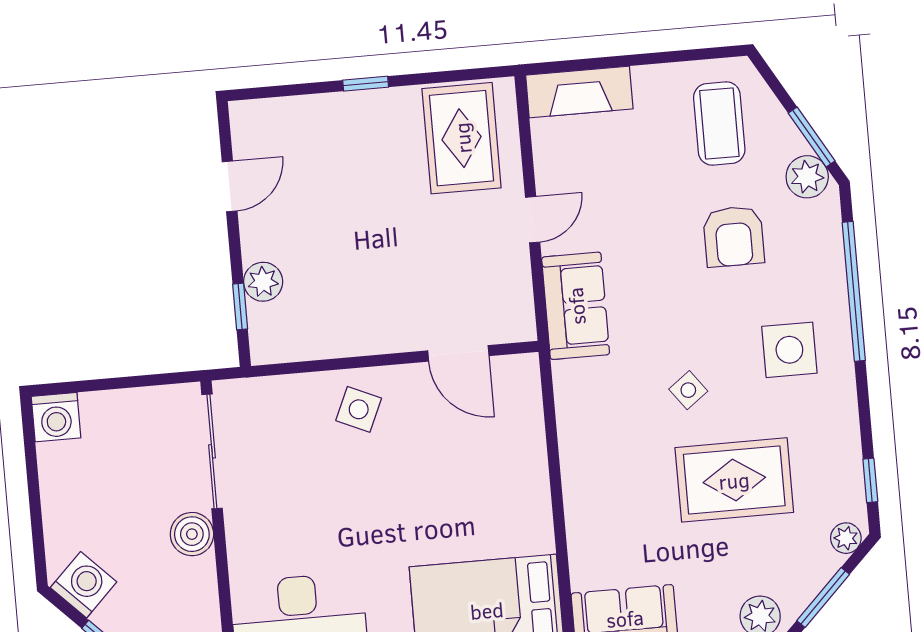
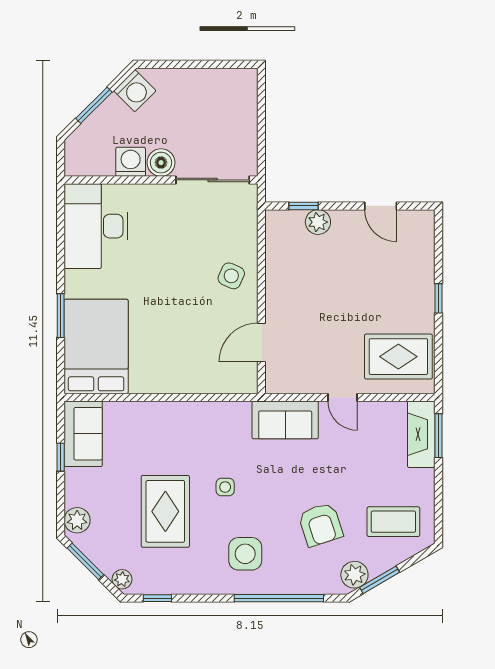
window: (579, 65) -> (439, 436), added
armchair: (734, 236) -> (321, 524), turned -108
side table: (688, 390) -> (225, 487), turned 37
washing machine: (56, 417) -> (131, 162), moved, turned 90

